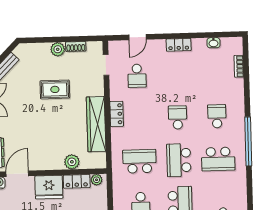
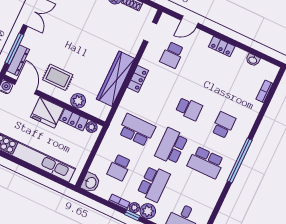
rug: (55, 89) -> (58, 77), moved
school desk: (178, 117) -> (189, 109), turned 90
door: (17, 174) -> (26, 87), hinge flipped

